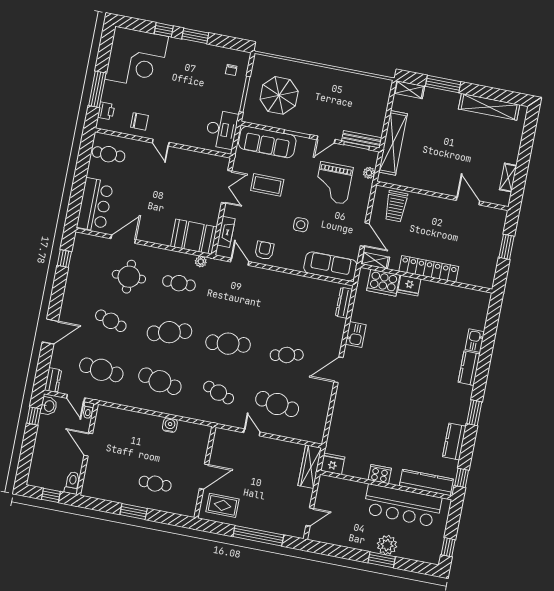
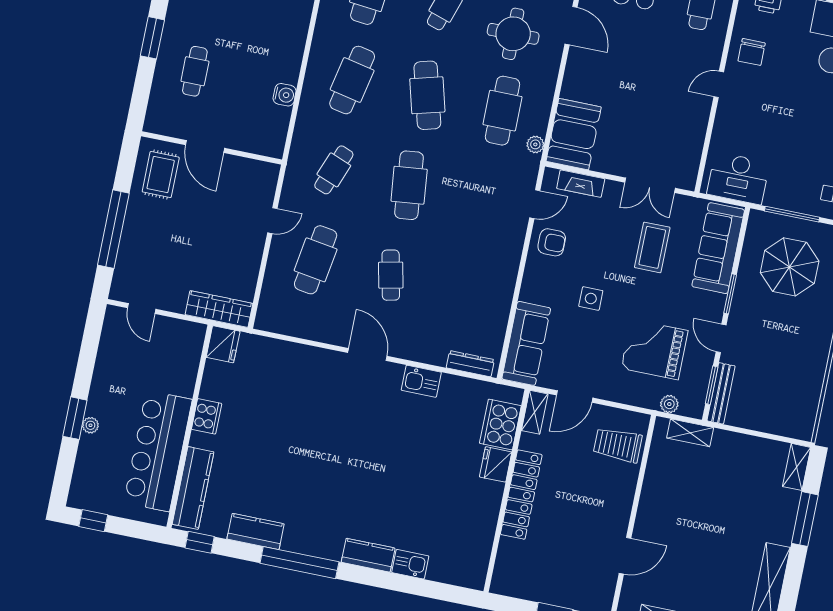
shelving: (393, 143) -> (690, 433), width x0.45, depth x0.75
cafe table: (179, 283) -> (503, 111), width x1.37, depth x1.35
window: (474, 413) -> (299, 563), width x2.11
plant: (387, 545) -> (90, 425), width x0.53, depth x0.53

